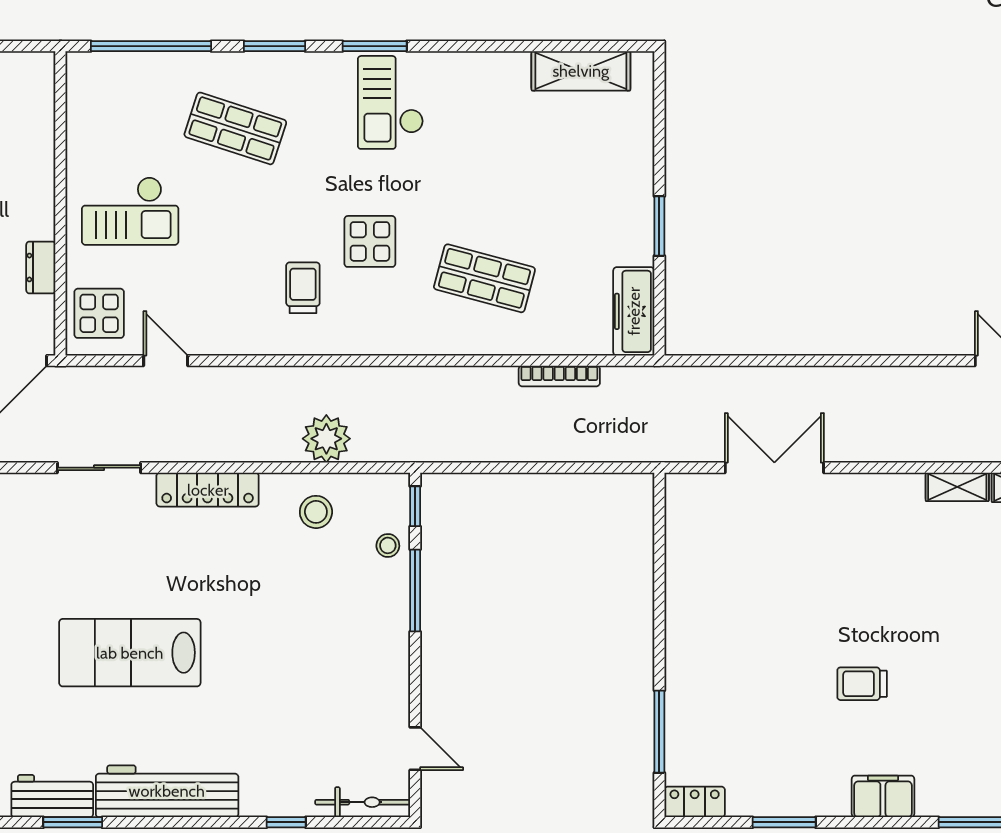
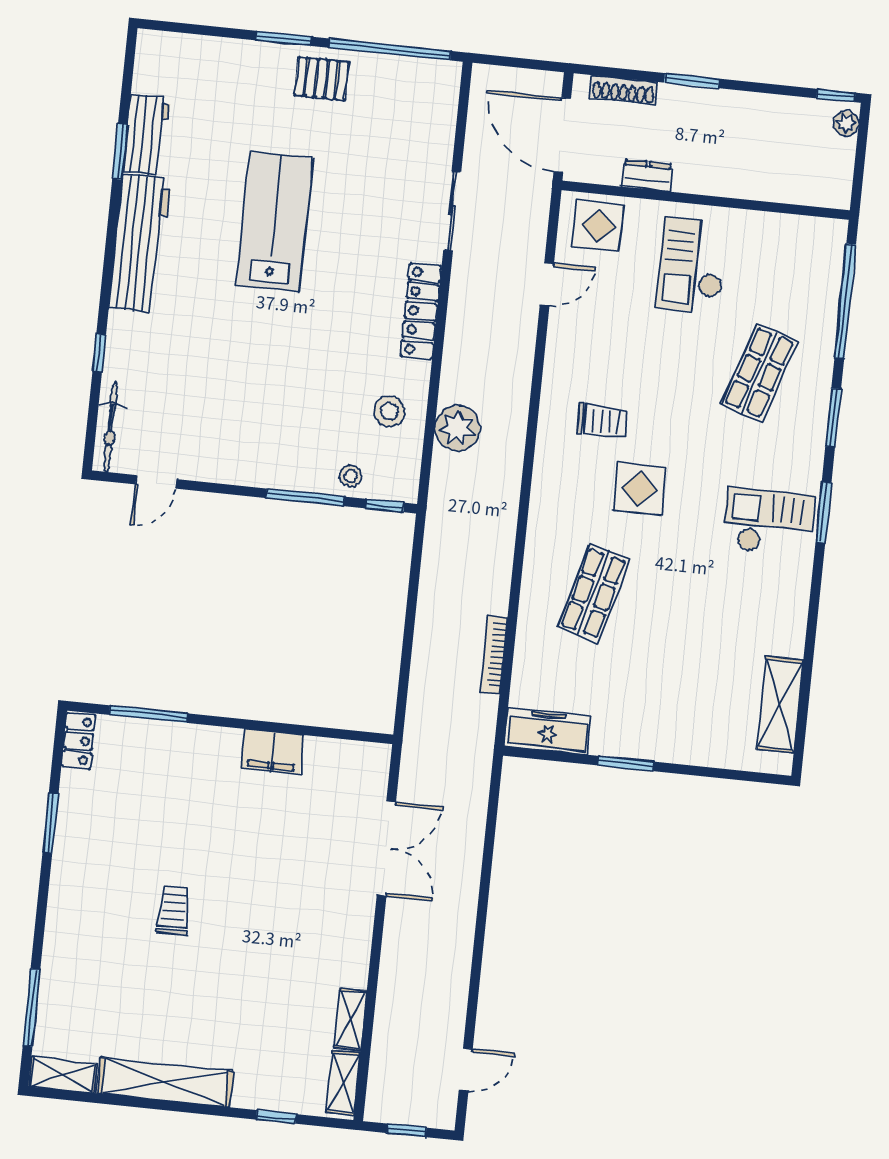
filing cabinet: (883, 796) -> (272, 752), moved, turned 90

